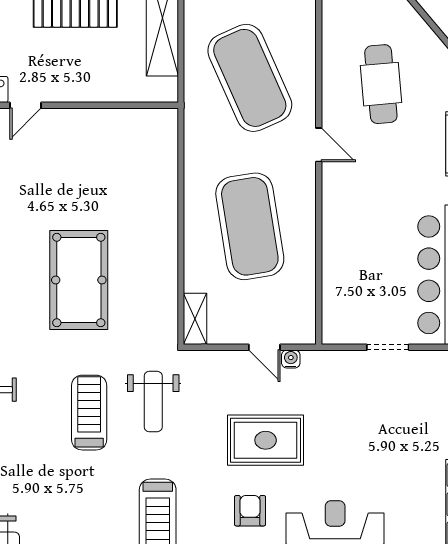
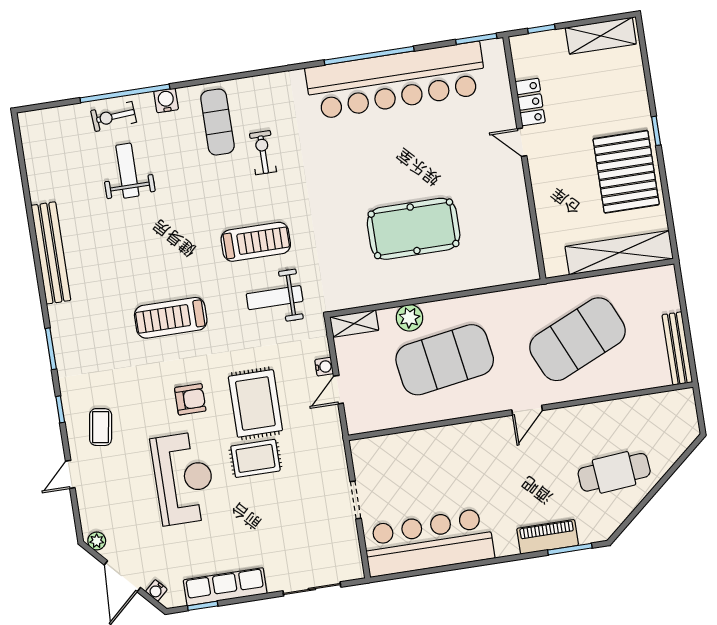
cafe table: (381, 84) -> (614, 472), moved
plant: (198, 258) -> (409, 318), added
pool table: (79, 280) -> (414, 229), moved
water cooler: (291, 359) -> (324, 367), moved
rug: (325, 449) -> (255, 458), added

